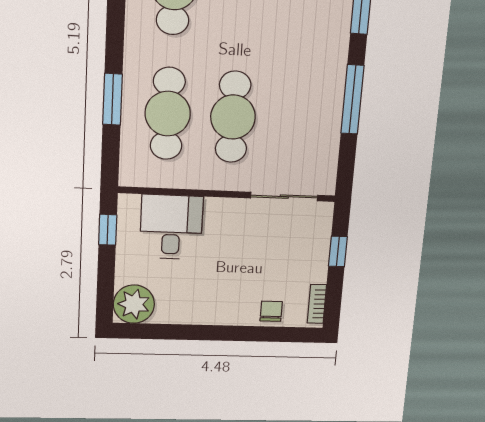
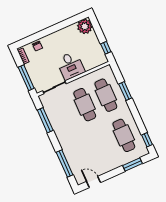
window: (352, 99) -> (45, 120), moved
desk: (171, 227) -> (71, 66), moved
window: (338, 252) -> (26, 78), width x2.17

